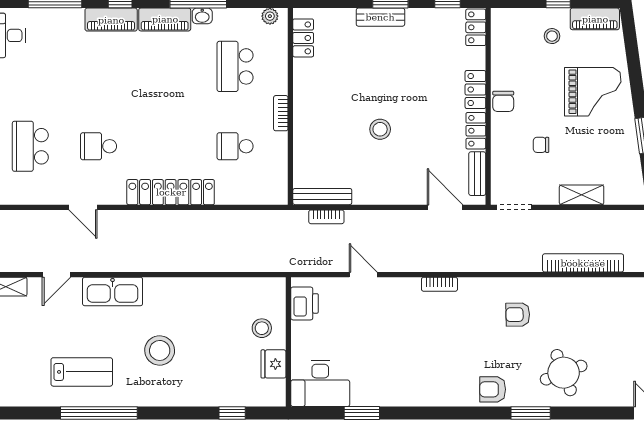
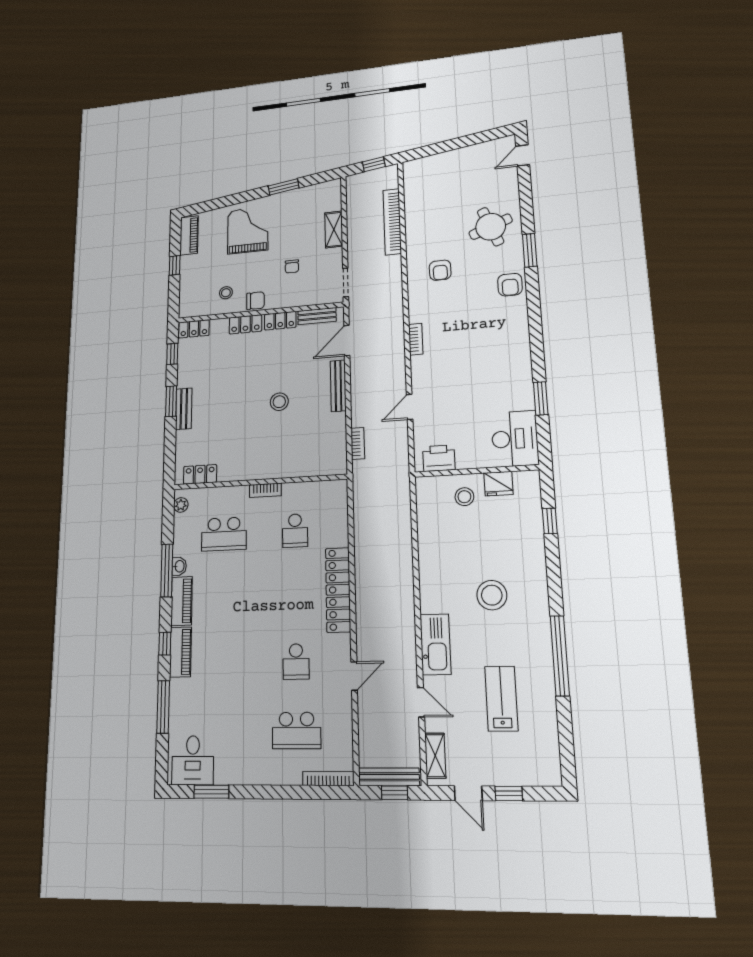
stool: (552, 36) -> (226, 293), moved
bench: (322, 197) -> (338, 386), moved
lab bench: (82, 372) -> (501, 699), moved

